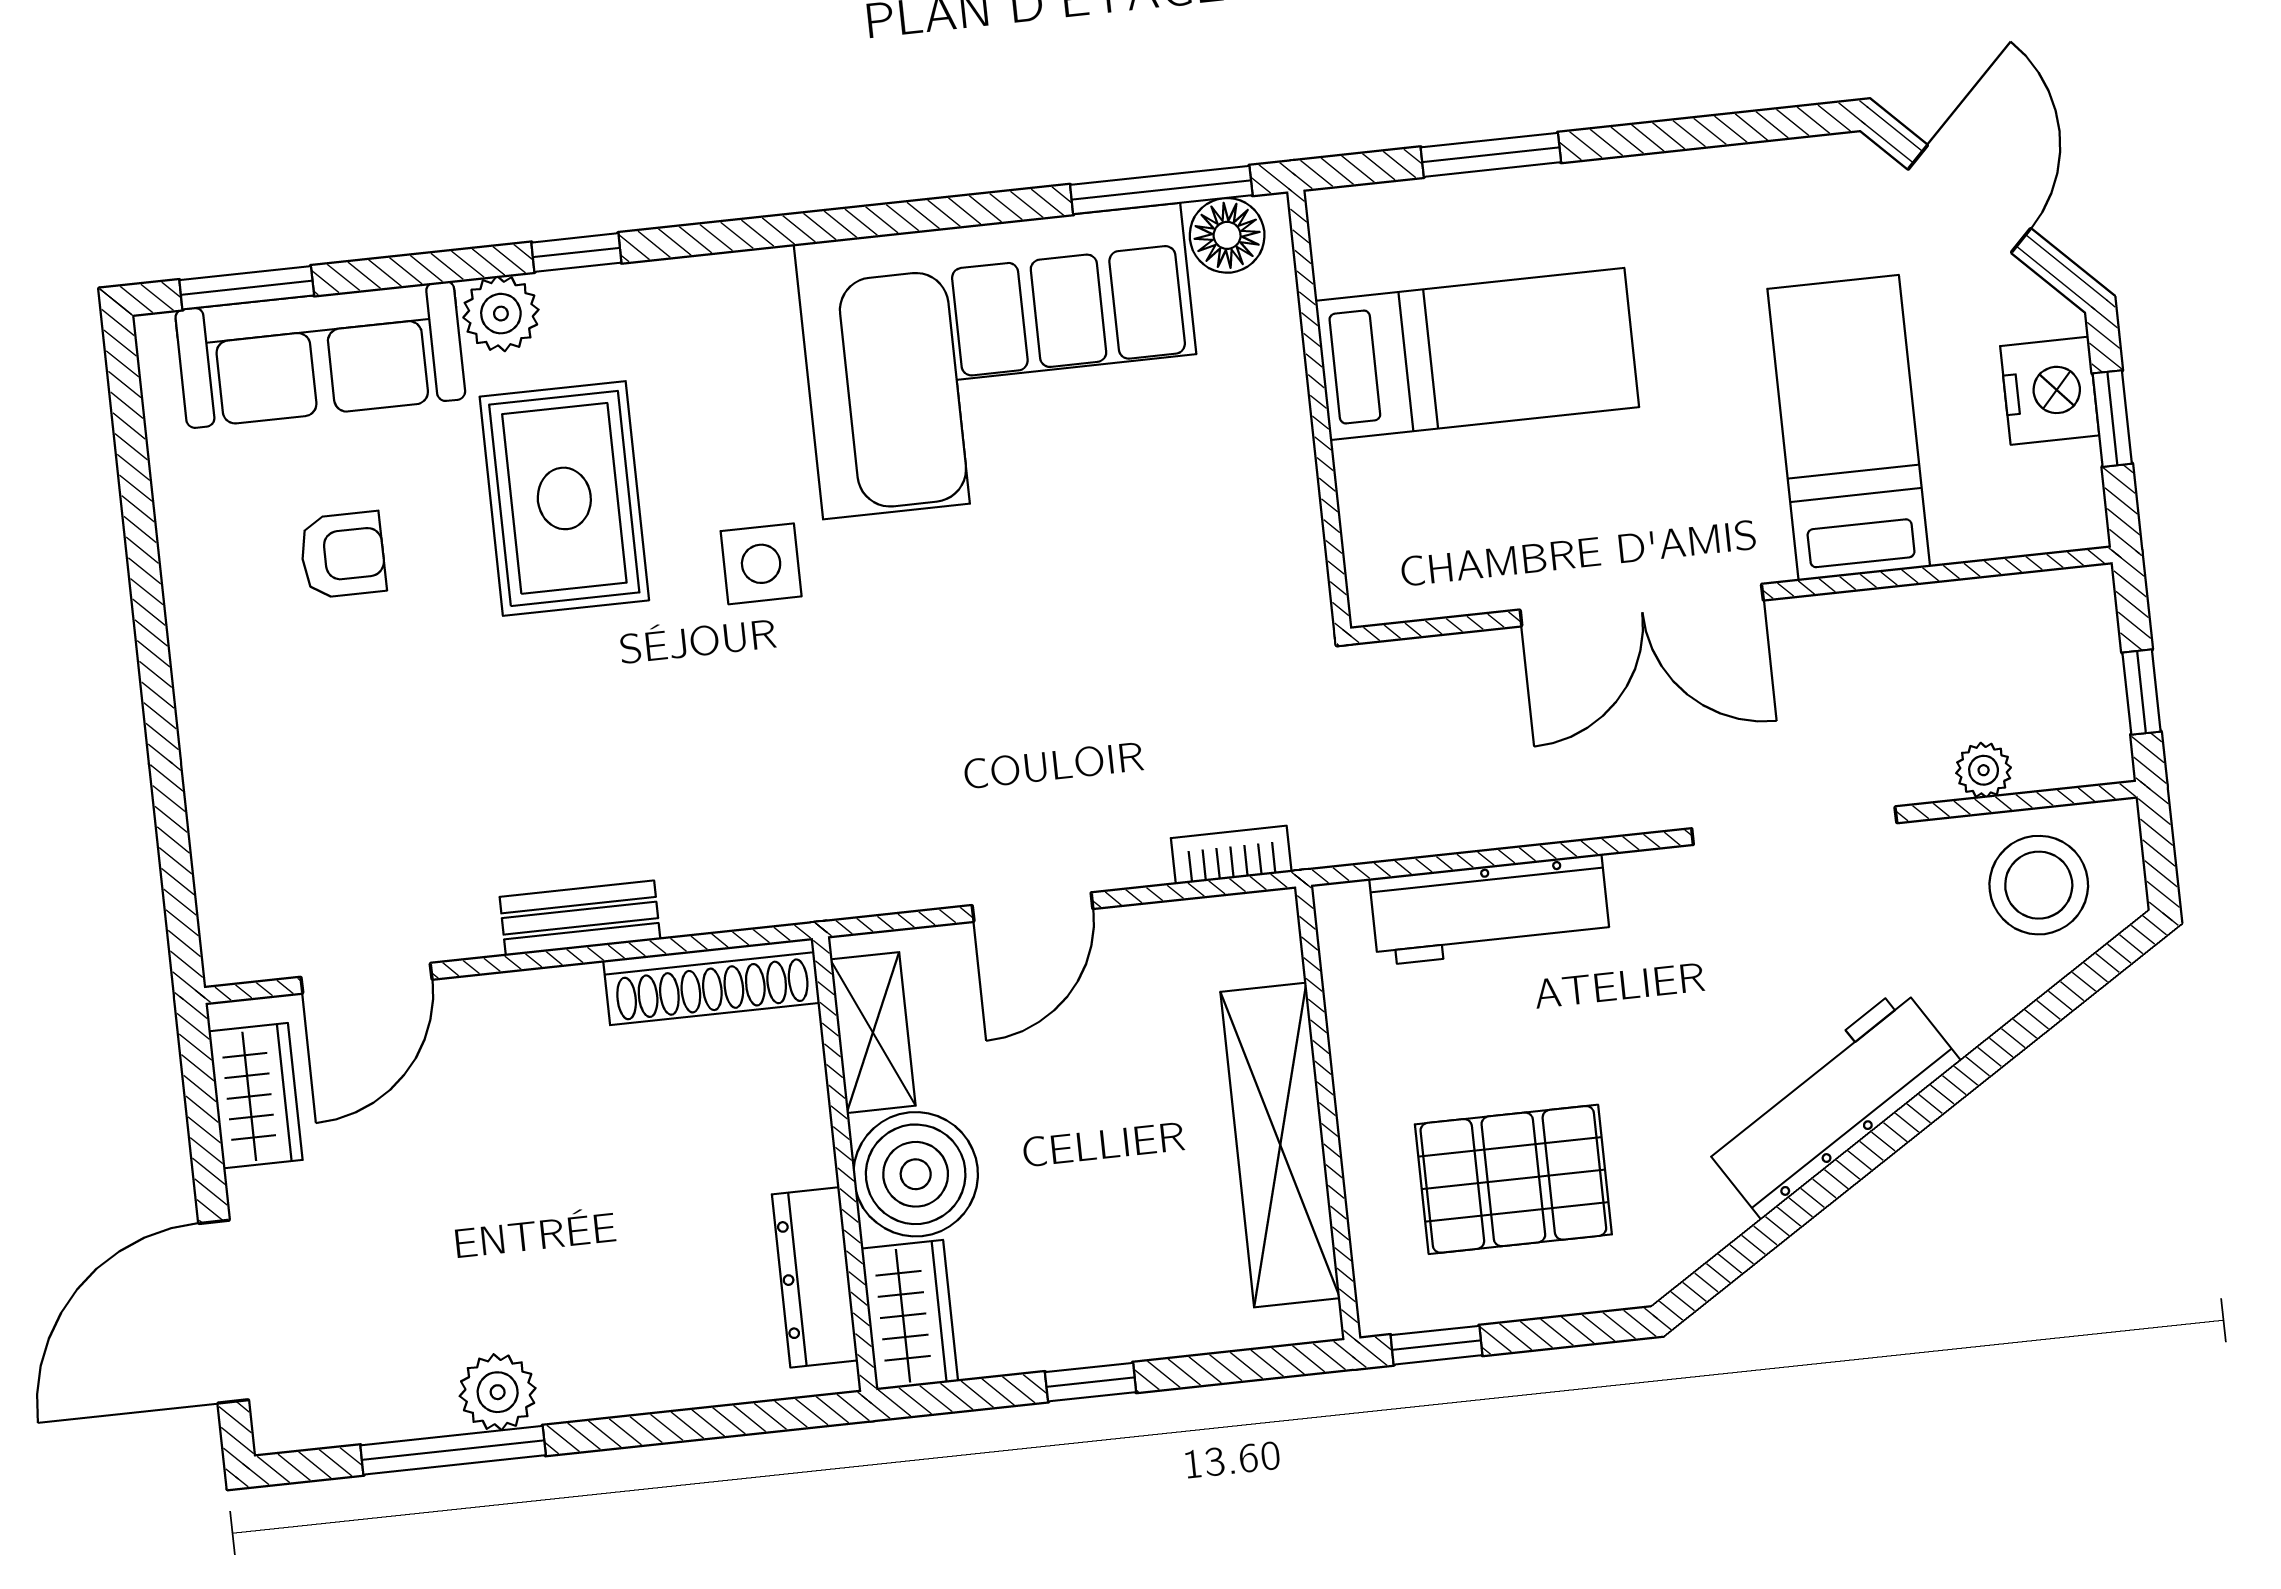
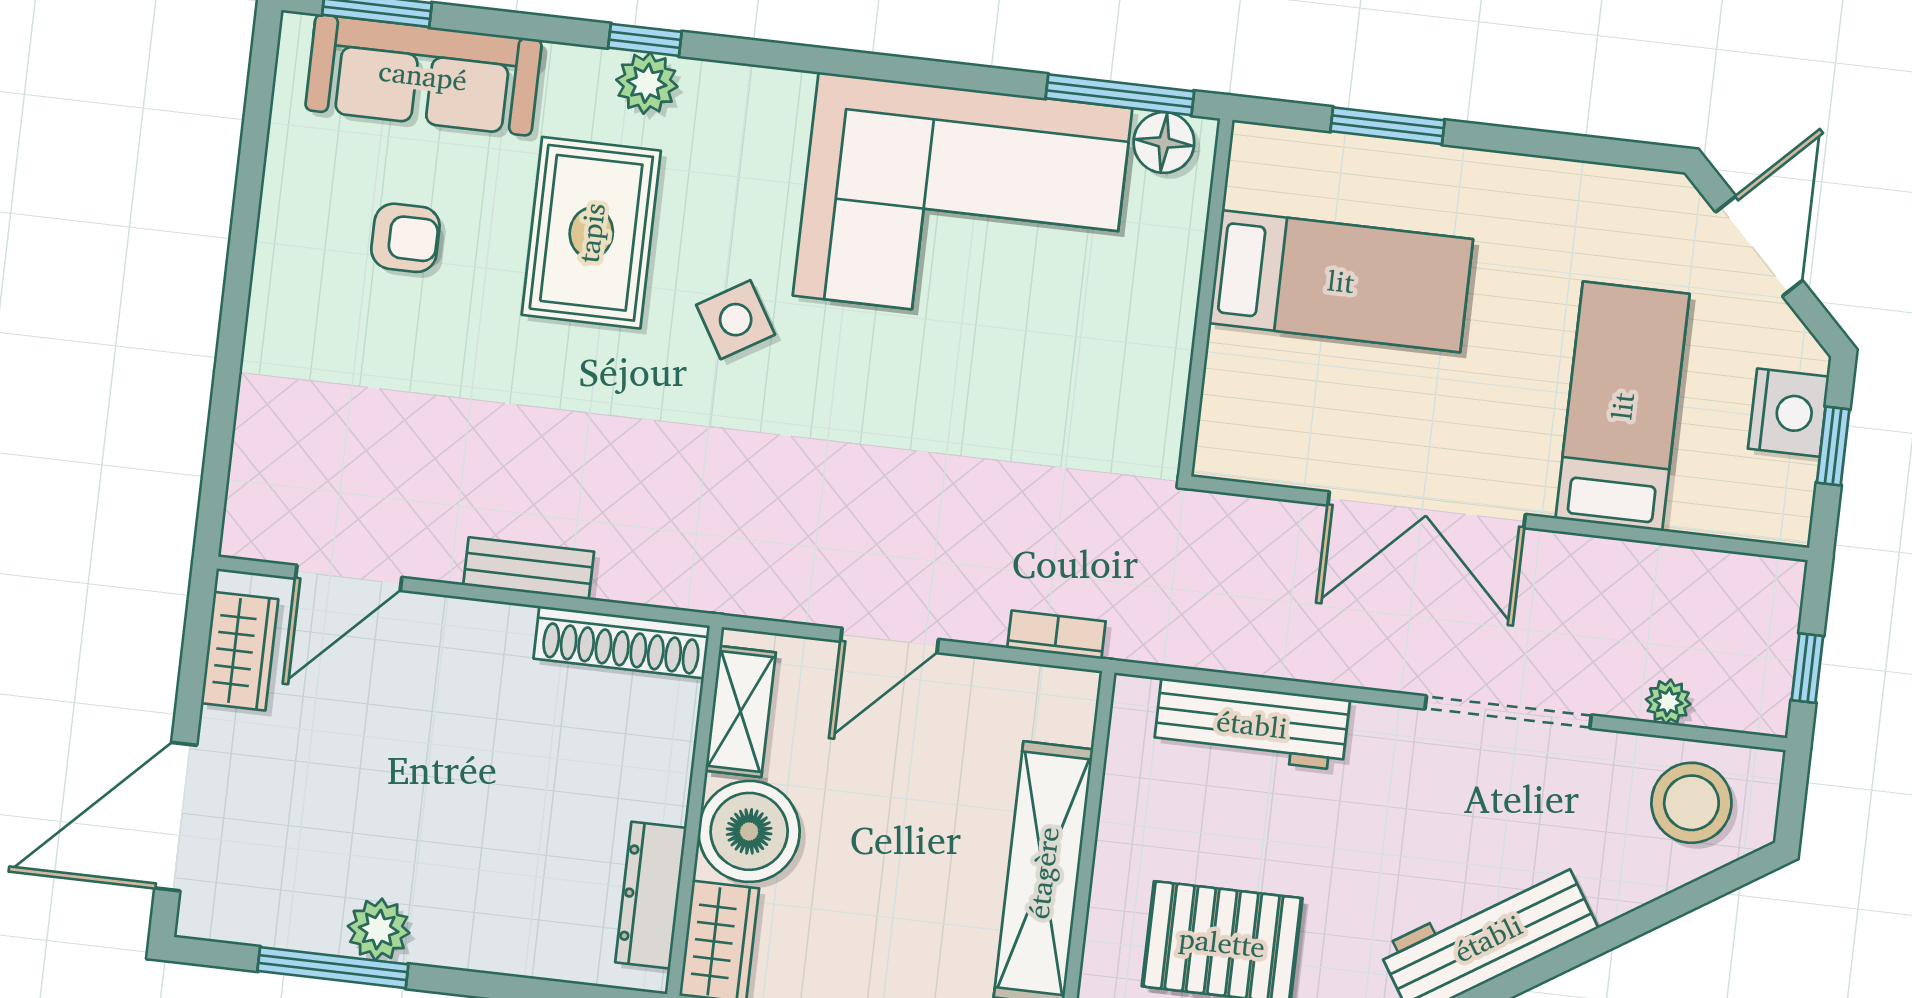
plant: (501, 314) -> (647, 83), moved
side table: (761, 564) -> (736, 320), turned -31

